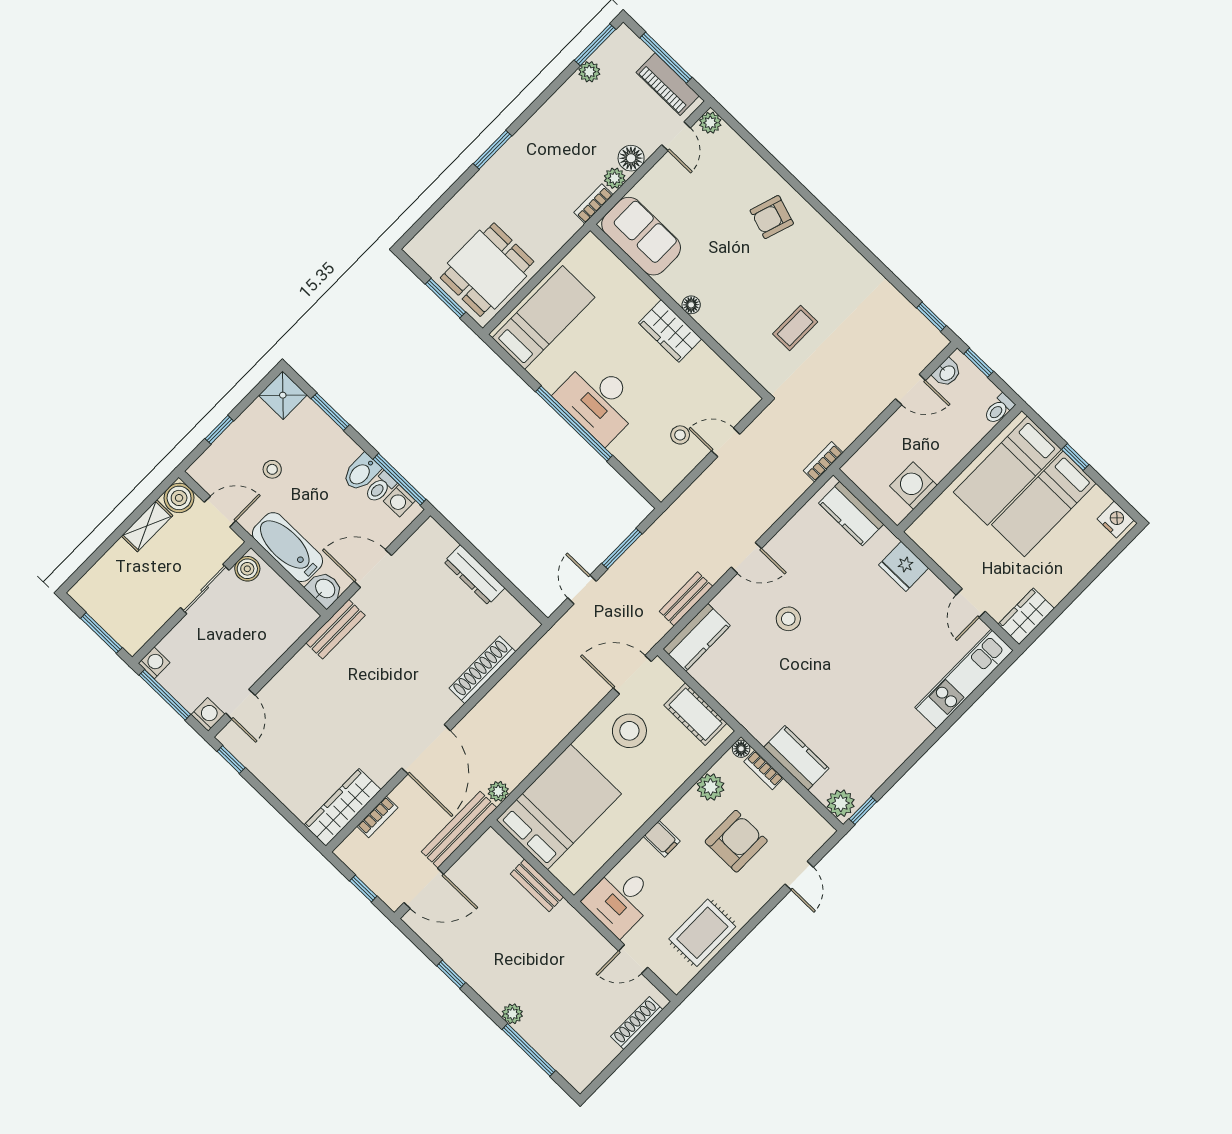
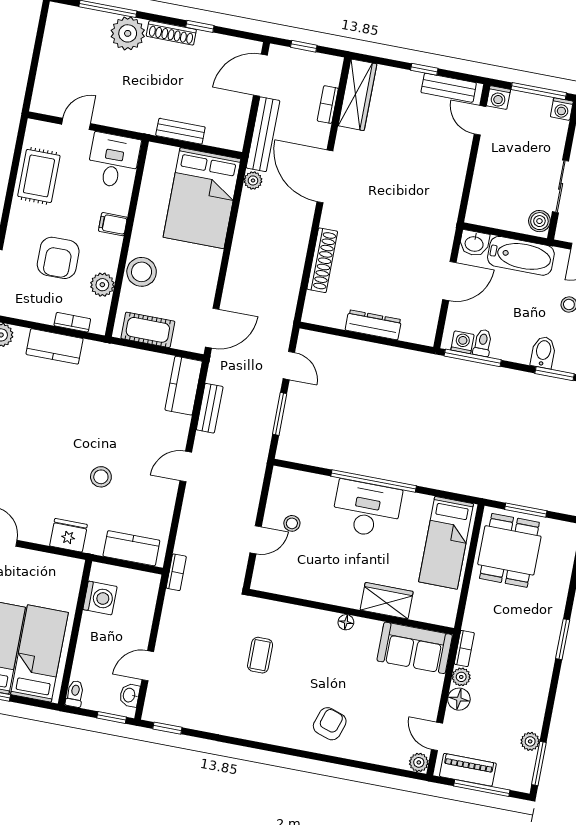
wardrobe: (670, 331) -> (387, 601), moved
bidet: (361, 473) -> (543, 352), moved
stool: (788, 619) -> (101, 477), moved
bench: (336, 629) -> (449, 88), moved, turned 90
stool: (629, 731) -> (142, 272), moved
floor lamp: (741, 749) -> (99, 327), removed
window: (231, 759) -> (424, 69), moved
plant: (512, 1014) -> (128, 33), width x1.88, depth x1.88
shoe rack: (637, 1023) -> (171, 33), moved, turned 90

